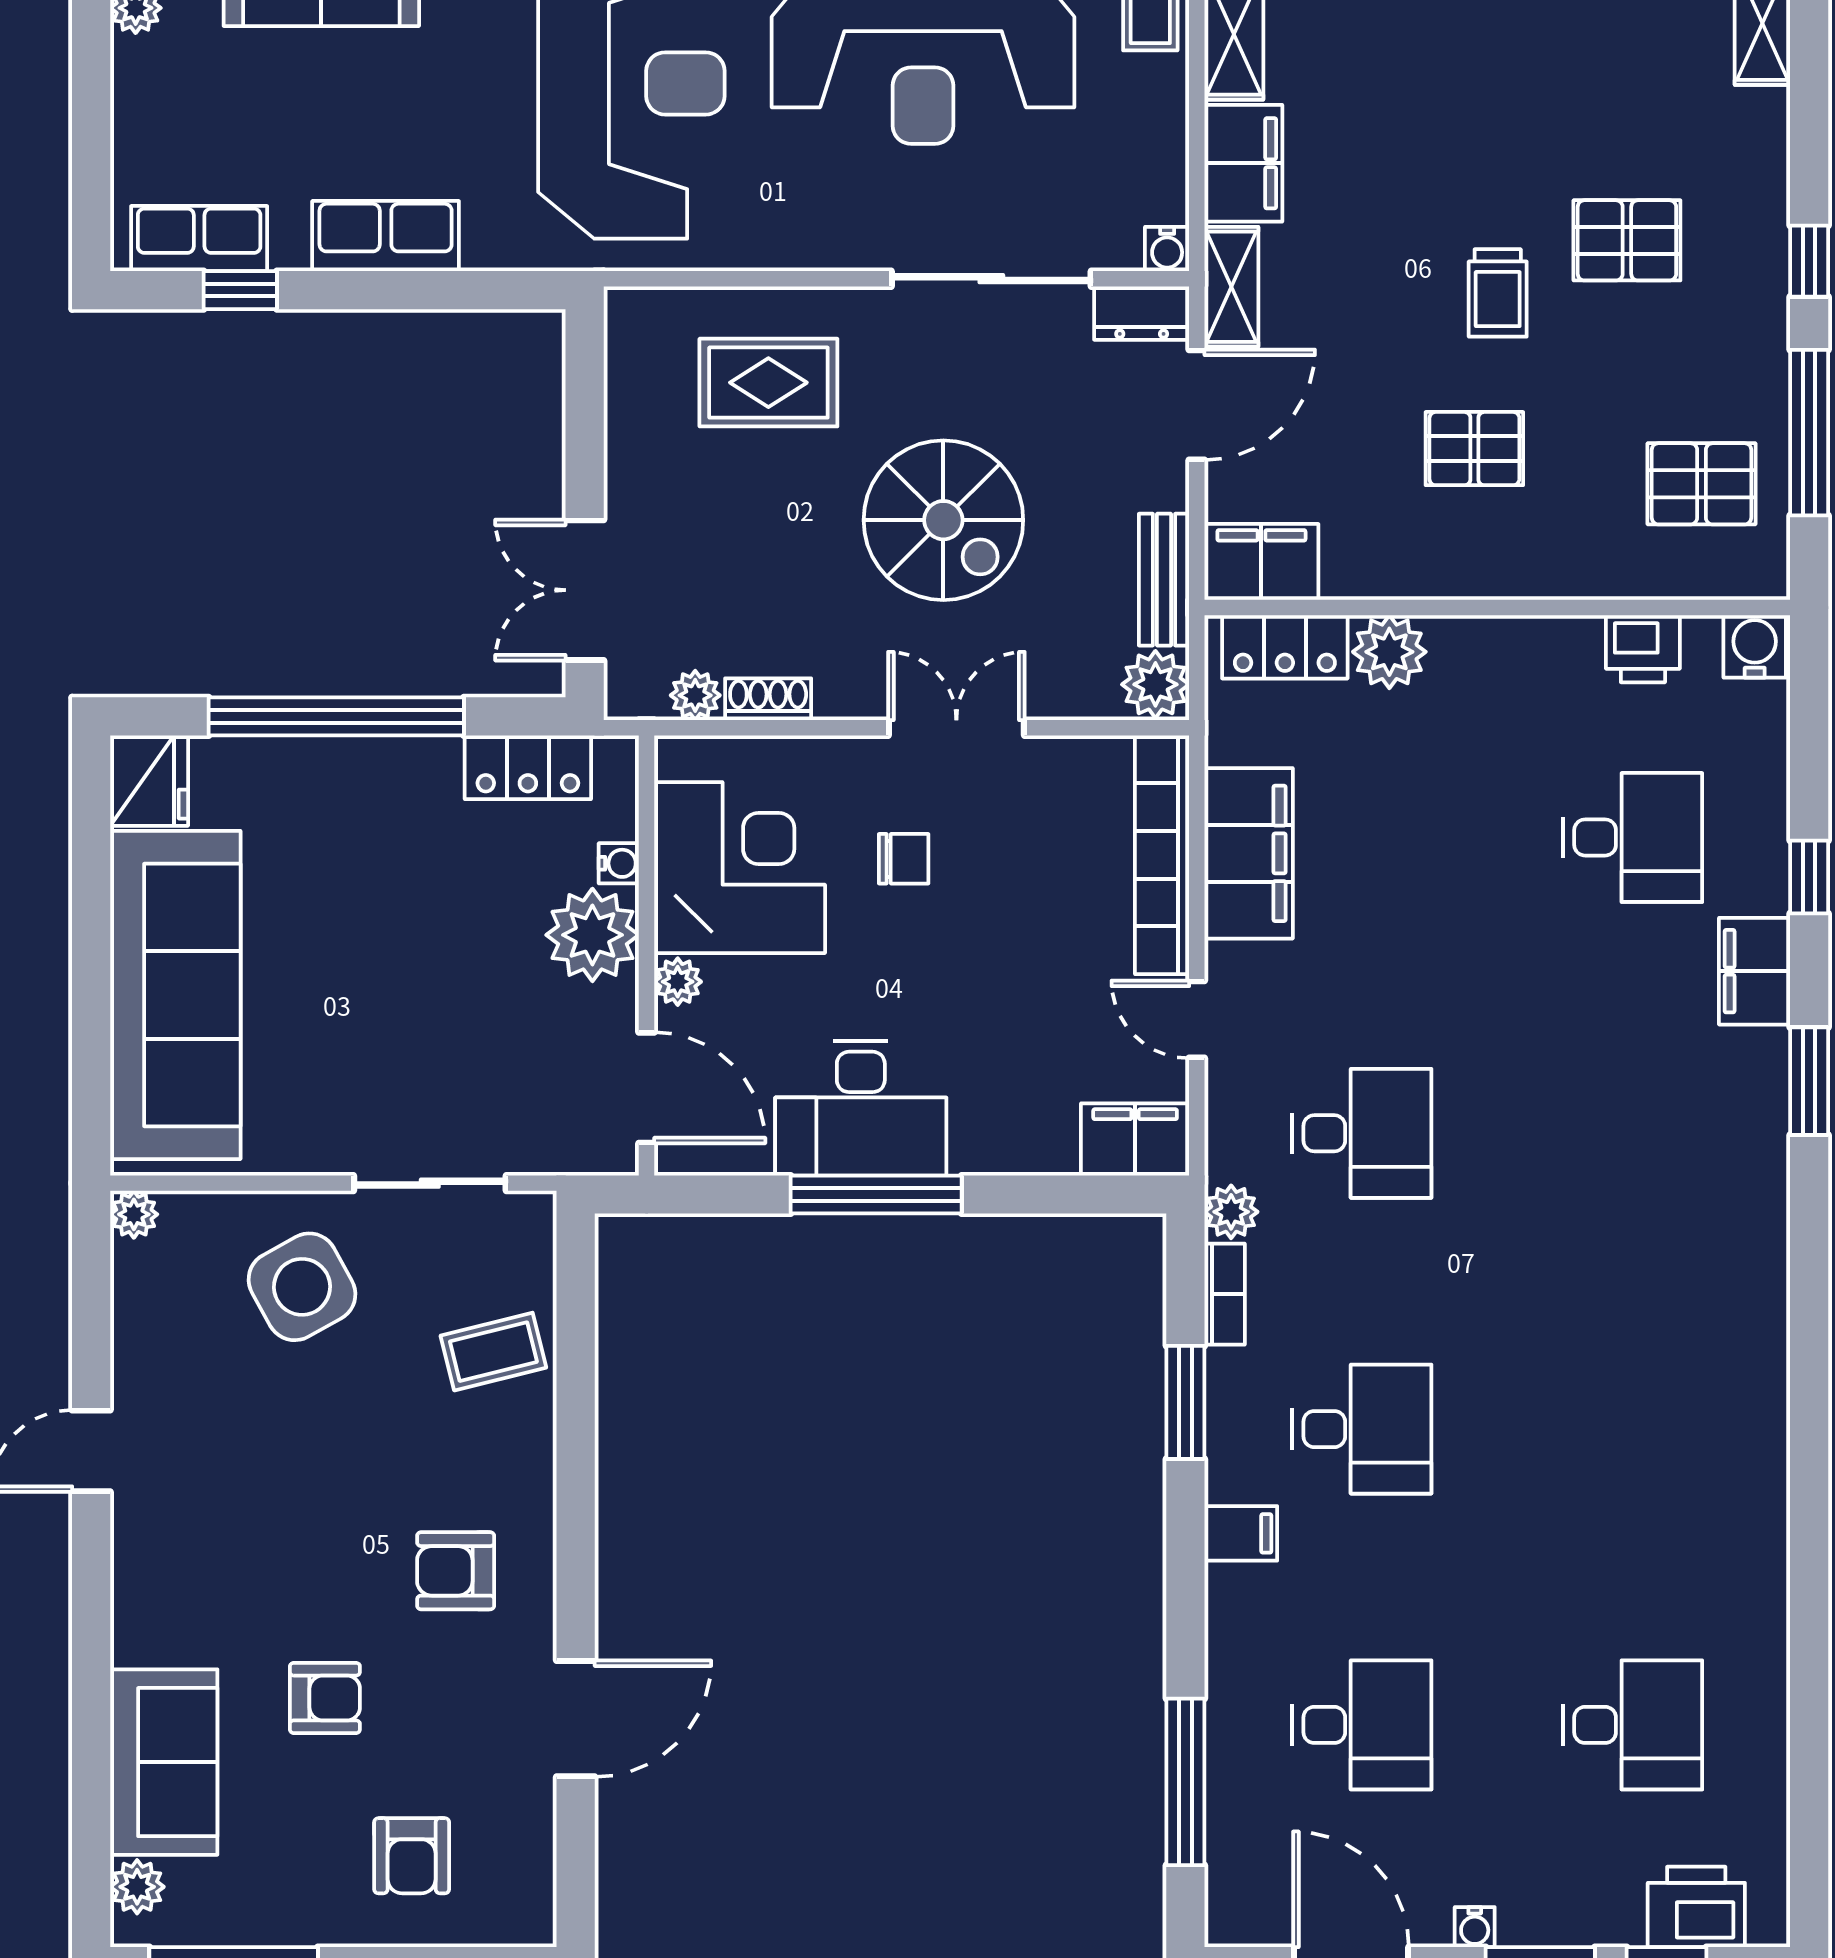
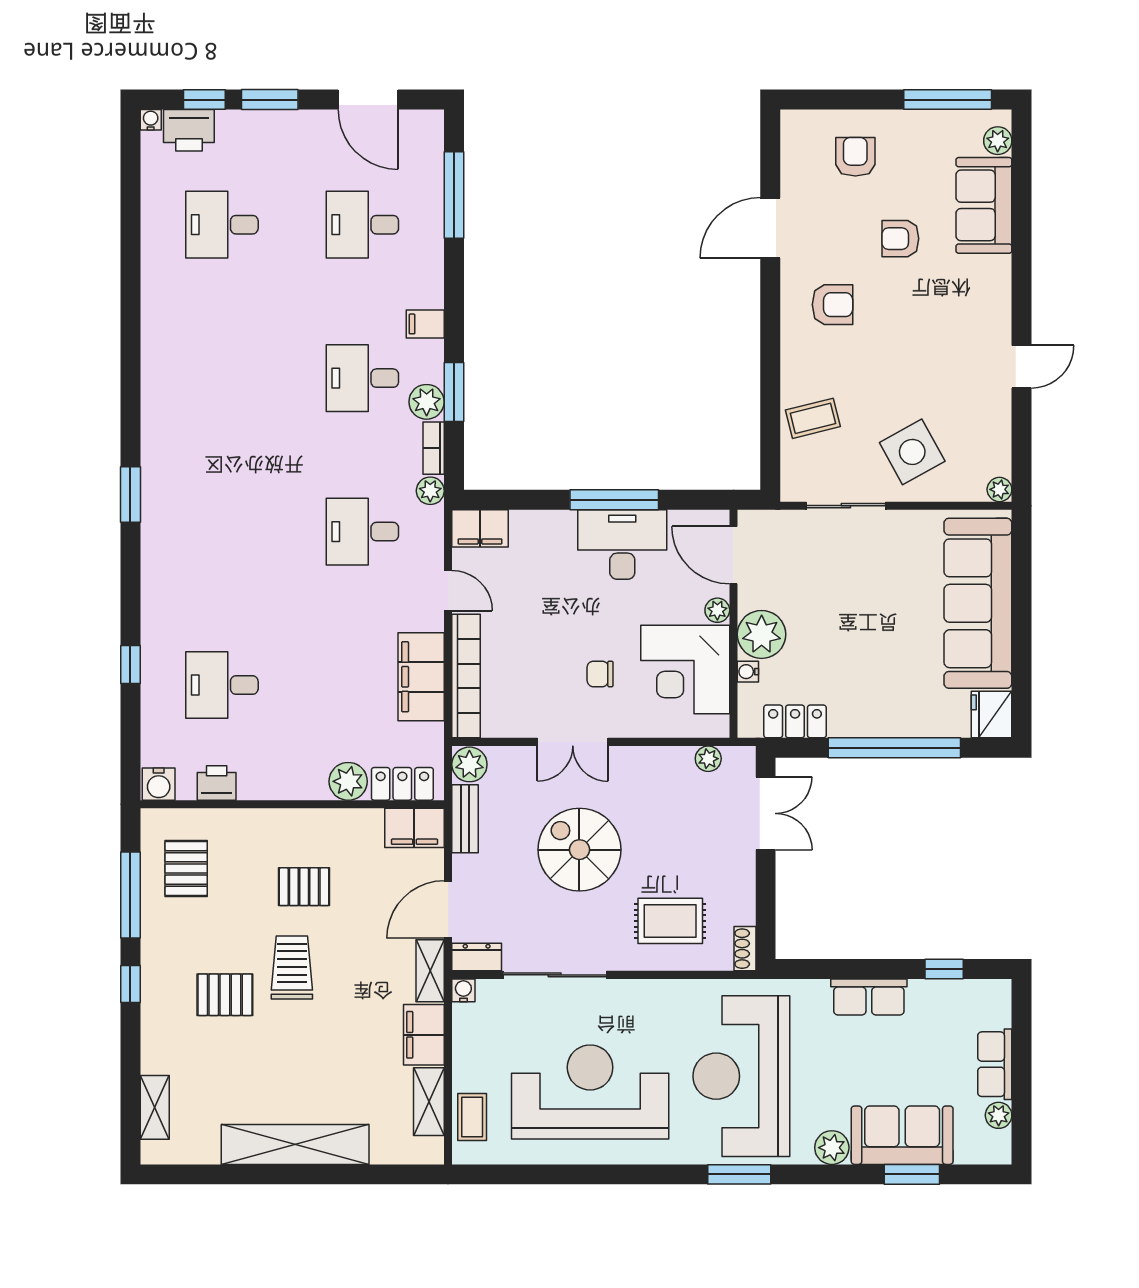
row of seats: (199, 239) -> (995, 1064), moved, turned 90
trolley: (1498, 293) -> (292, 967), width x1.36, depth x1.39
pallet: (1702, 484) -> (186, 868), turned 90
shoe rack: (768, 699) -> (745, 949), moved, turned 90
filing cabinet: (1754, 971) -> (159, 616), removed
window: (1809, 1081) -> (130, 494), moved
plant: (1238, 1383) -> (427, 402), added
water cooler: (1475, 1927) -> (151, 120), moved

